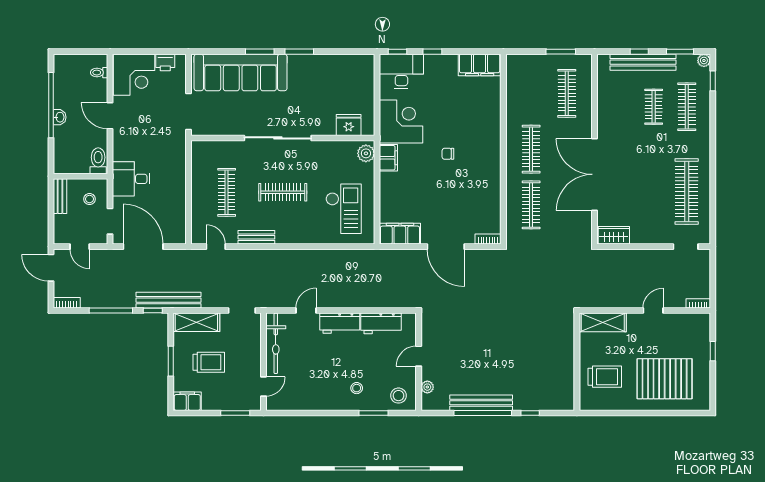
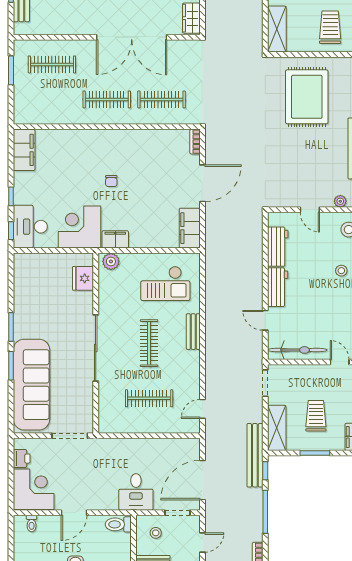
checkout: (344, 209) -> (165, 283), turned 180
bench: (256, 237) -> (193, 332), moved
rug: (534, 353) -> (307, 97), added

